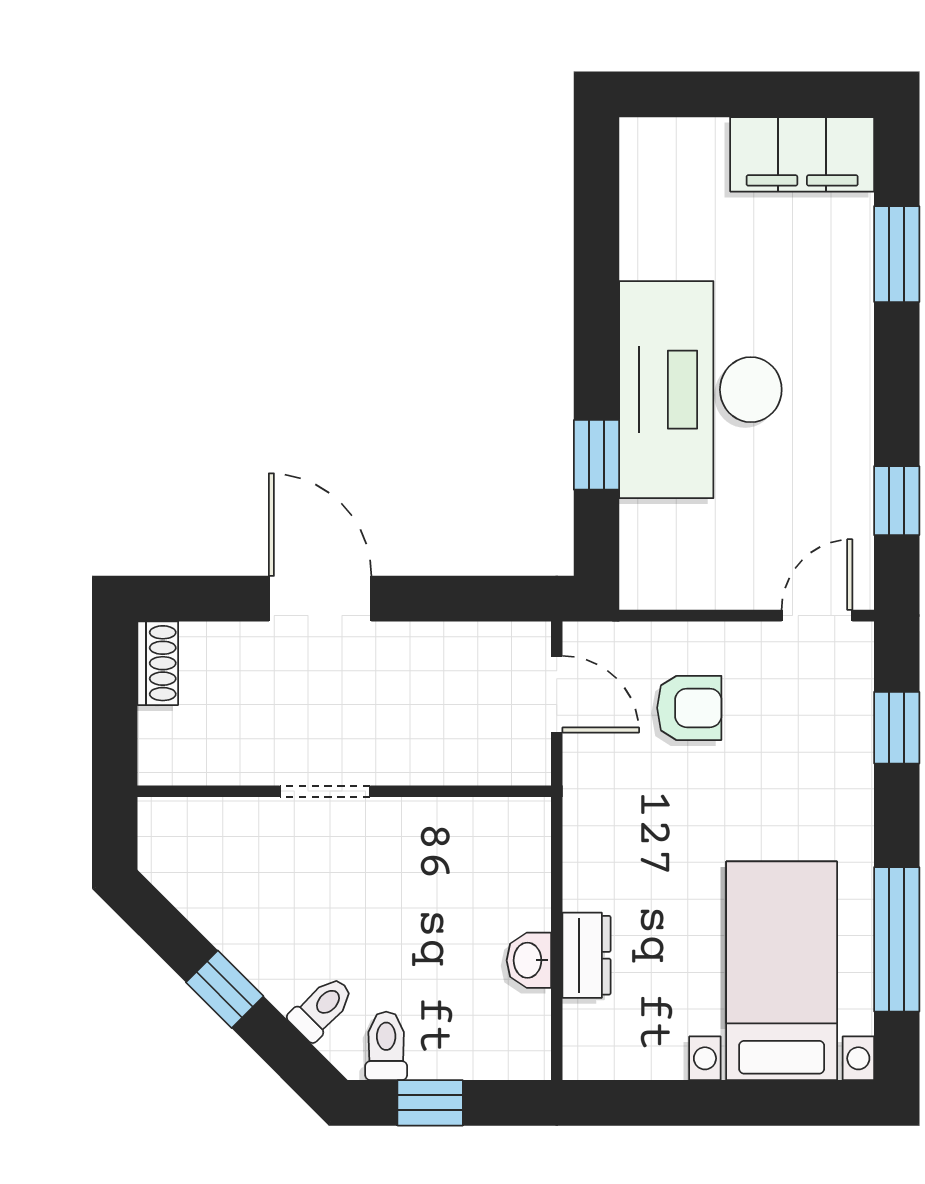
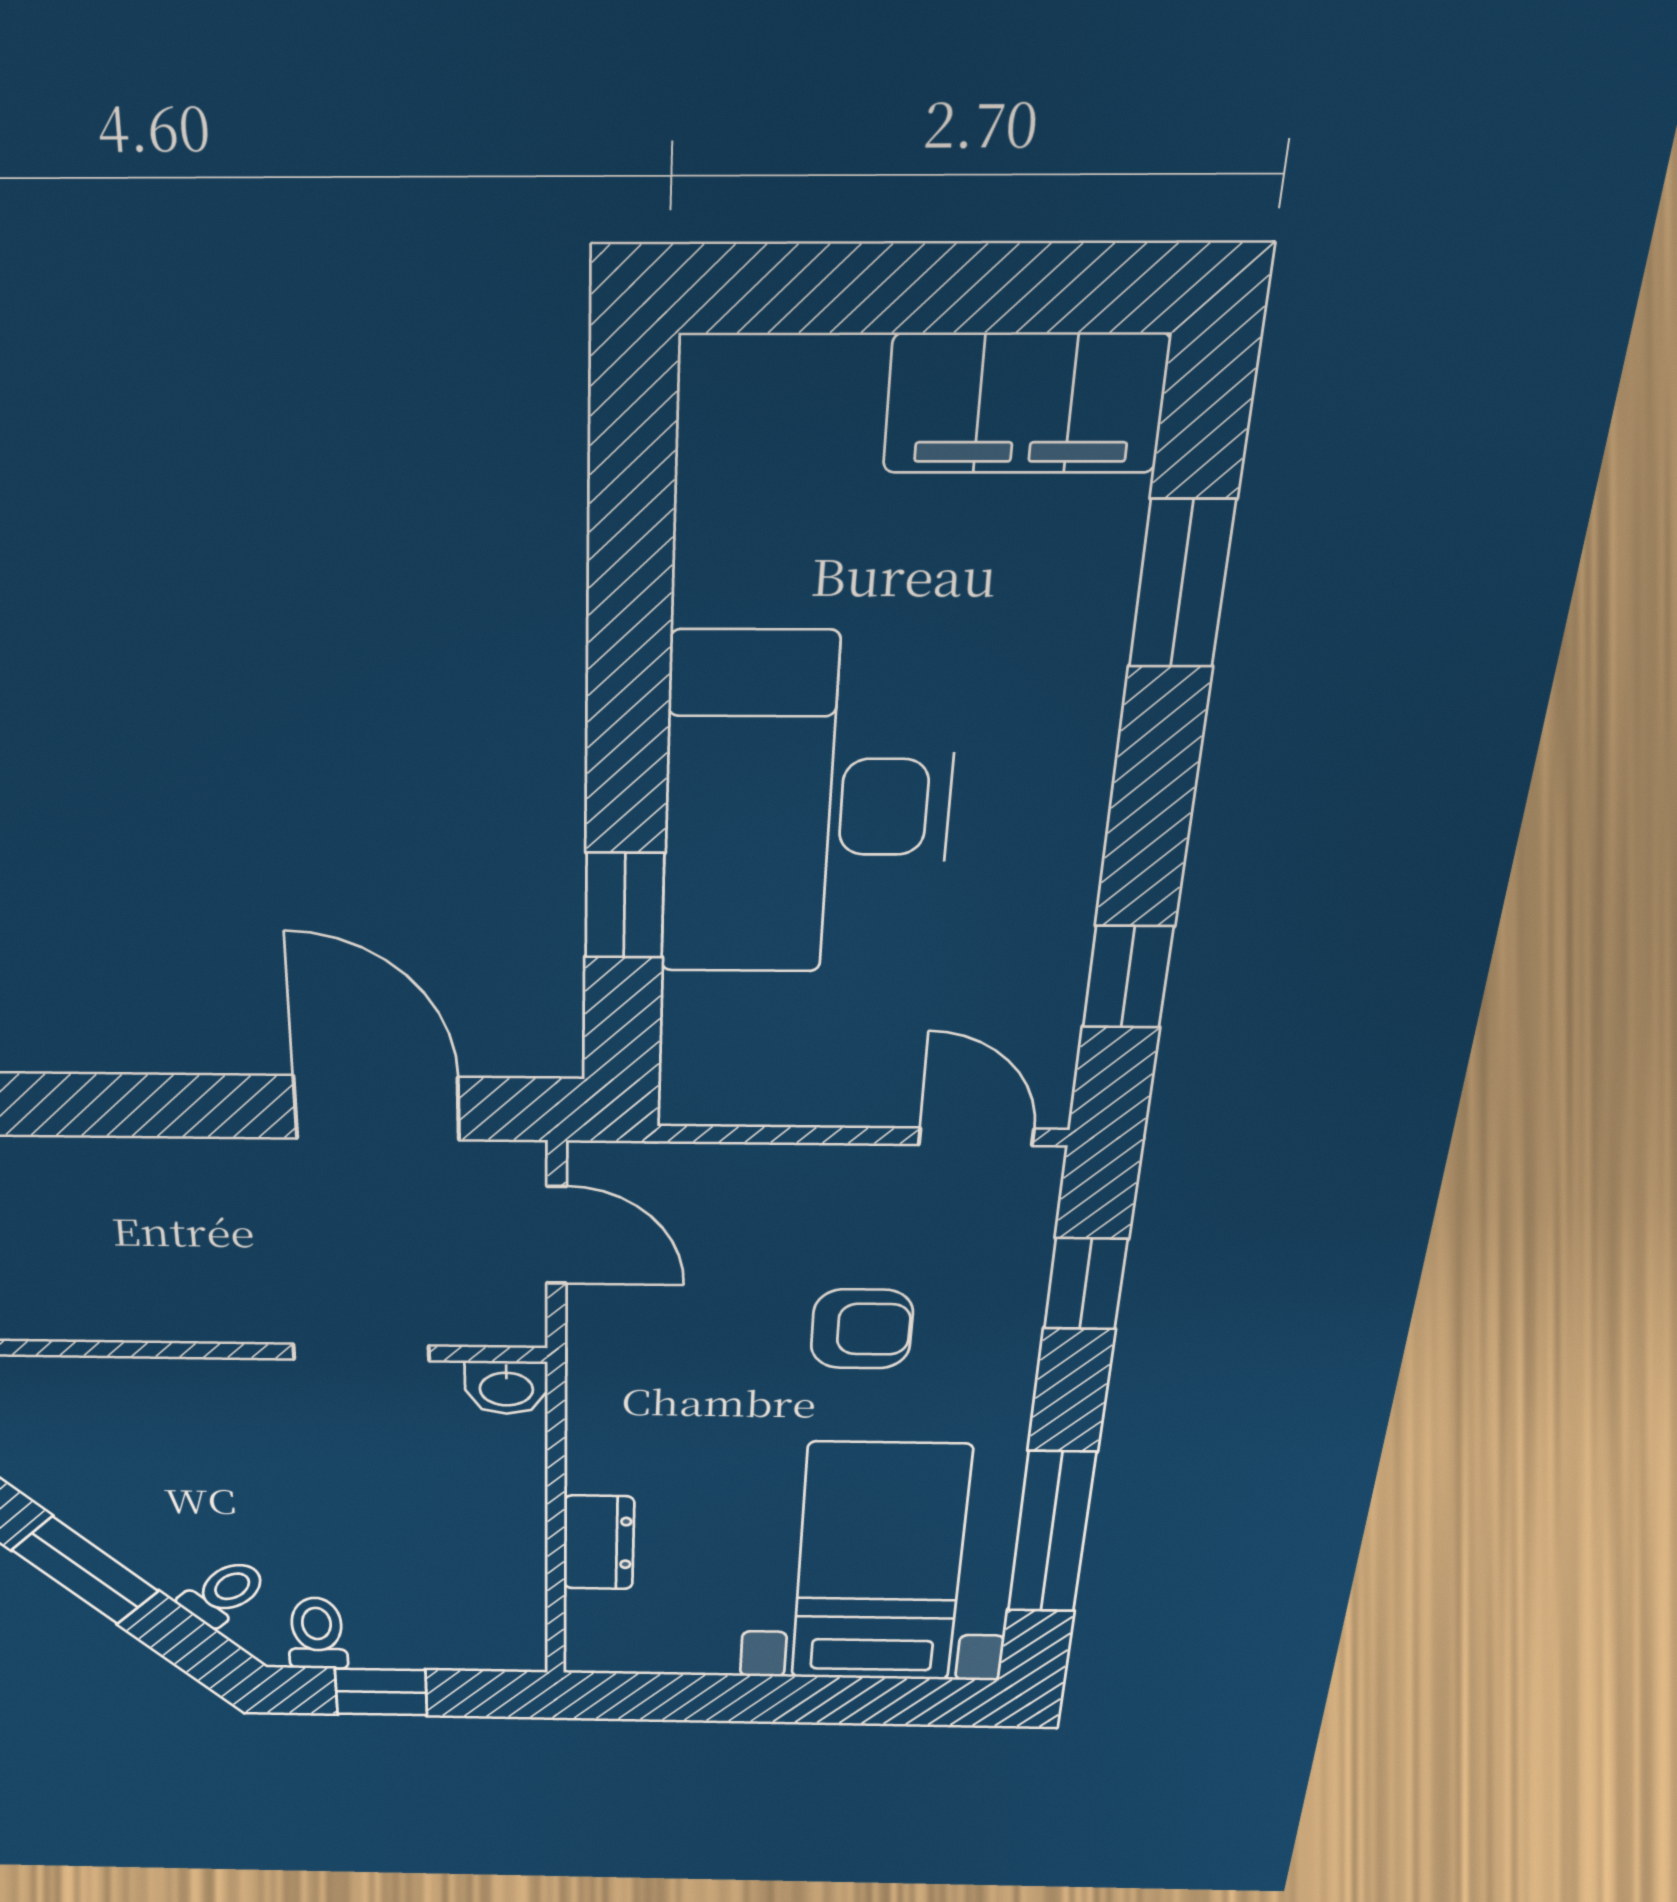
door: (320, 599) -> (377, 1108), moved
door: (817, 616) -> (976, 1137), hinge flipped
armchair: (689, 708) -> (862, 1329), moved
doorway: (325, 791) -> (361, 1352), moved
washbasin: (529, 960) -> (506, 1388), moved, turned -90
window: (225, 989) -> (85, 1571), width x1.50

